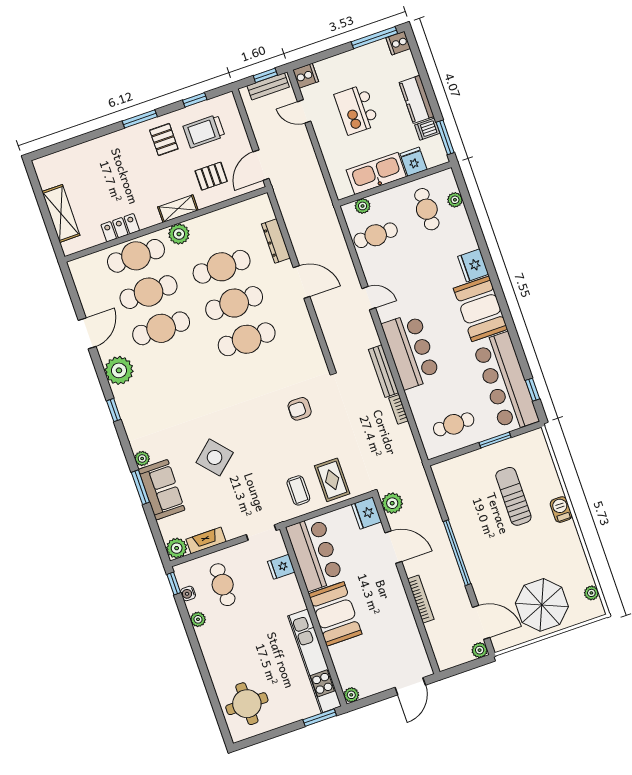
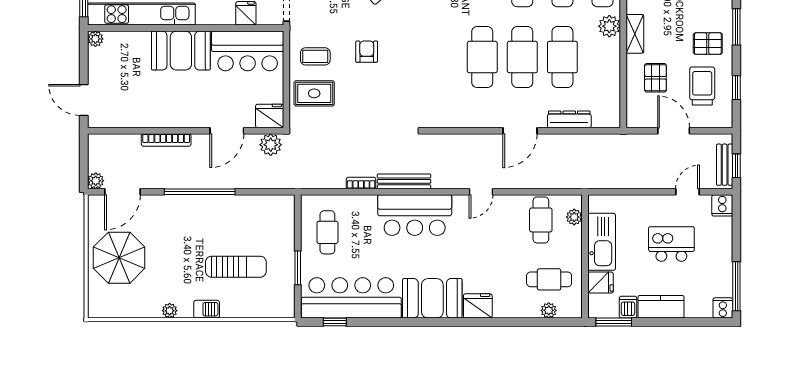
door: (261, 165) -> (674, 131), moved
armchair: (300, 409) -> (367, 52), moved
plant: (591, 593) -> (170, 311), moved

